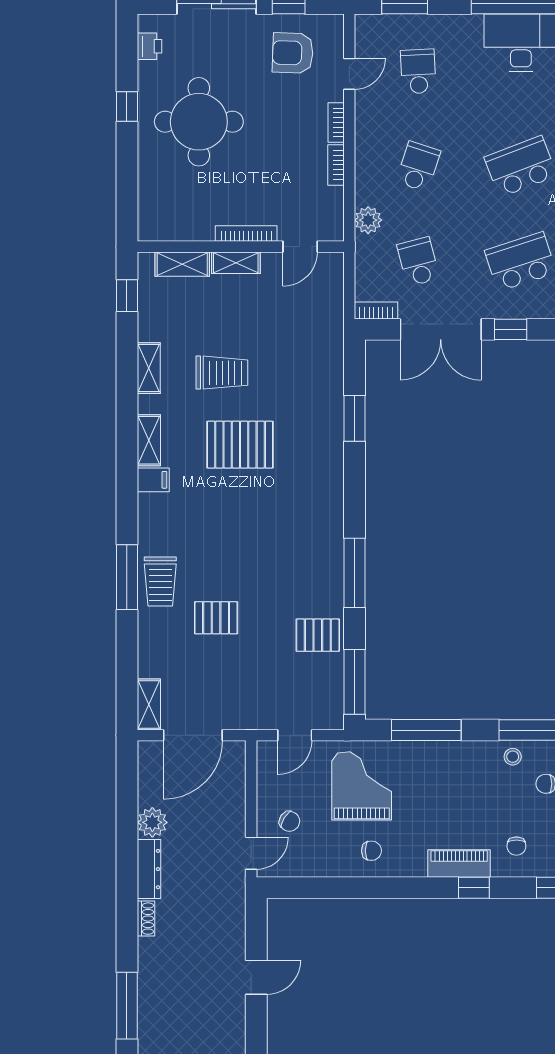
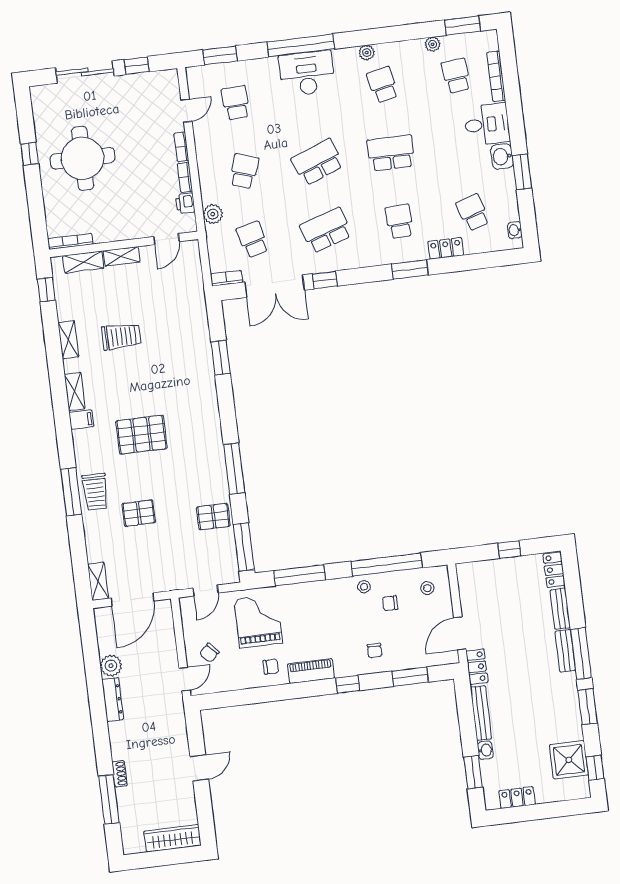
printer: (149, 46) -> (185, 203), moved, turned 180
armchair: (293, 53) -> (144, 101), removed
bookcase: (246, 234) -> (70, 241), moved
pallet: (240, 445) -> (141, 435), moved
chair: (289, 821) -> (209, 653), turned 105
piano: (459, 864) -> (311, 671), moved
shoe rack: (146, 919) -> (120, 774), moved

